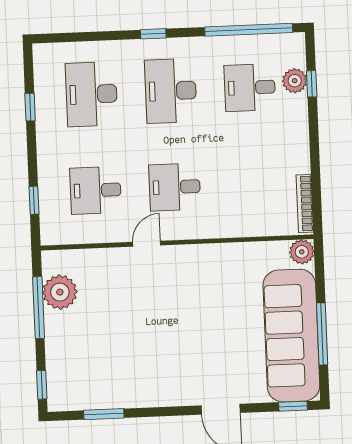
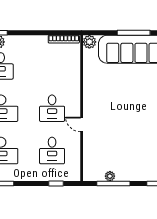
plant: (60, 292) -> (110, 176), width x0.53, depth x0.53

